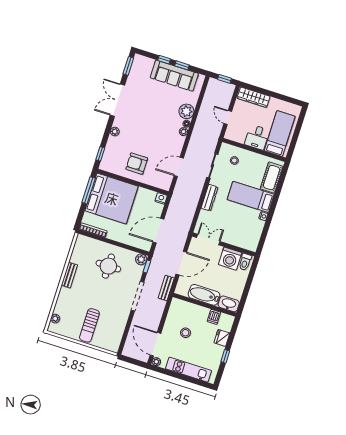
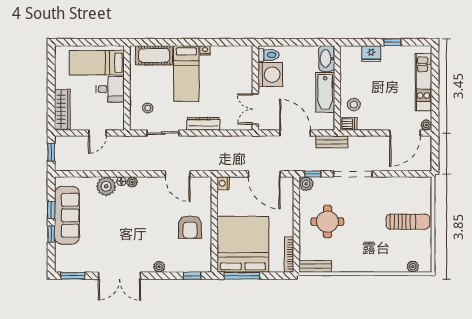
bench: (69, 275) -> (315, 266), moved
dishwasher: (214, 317) -> (348, 124), moved
stool: (185, 333) -> (354, 105), moved

